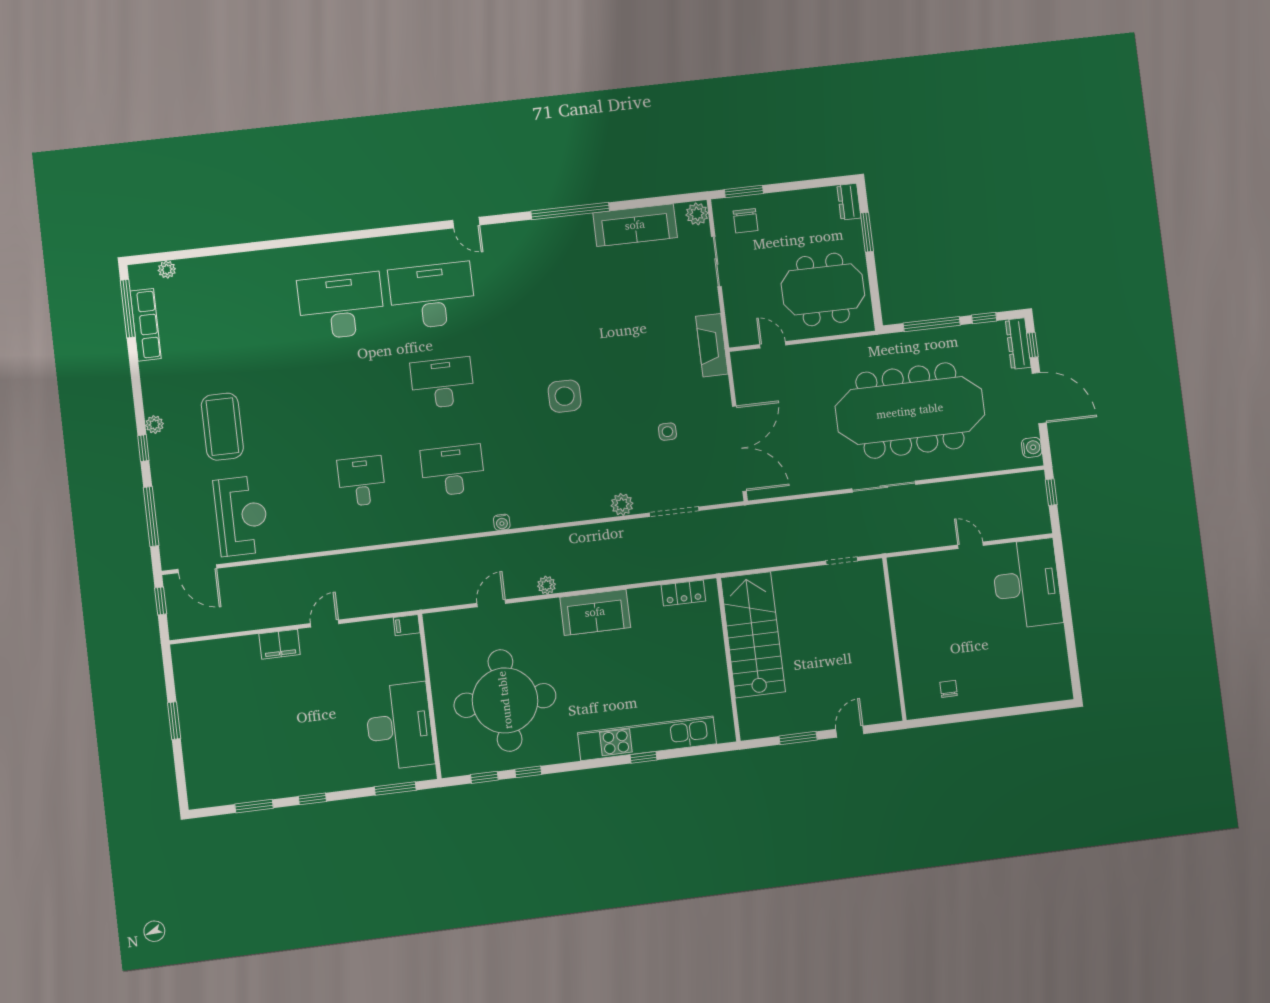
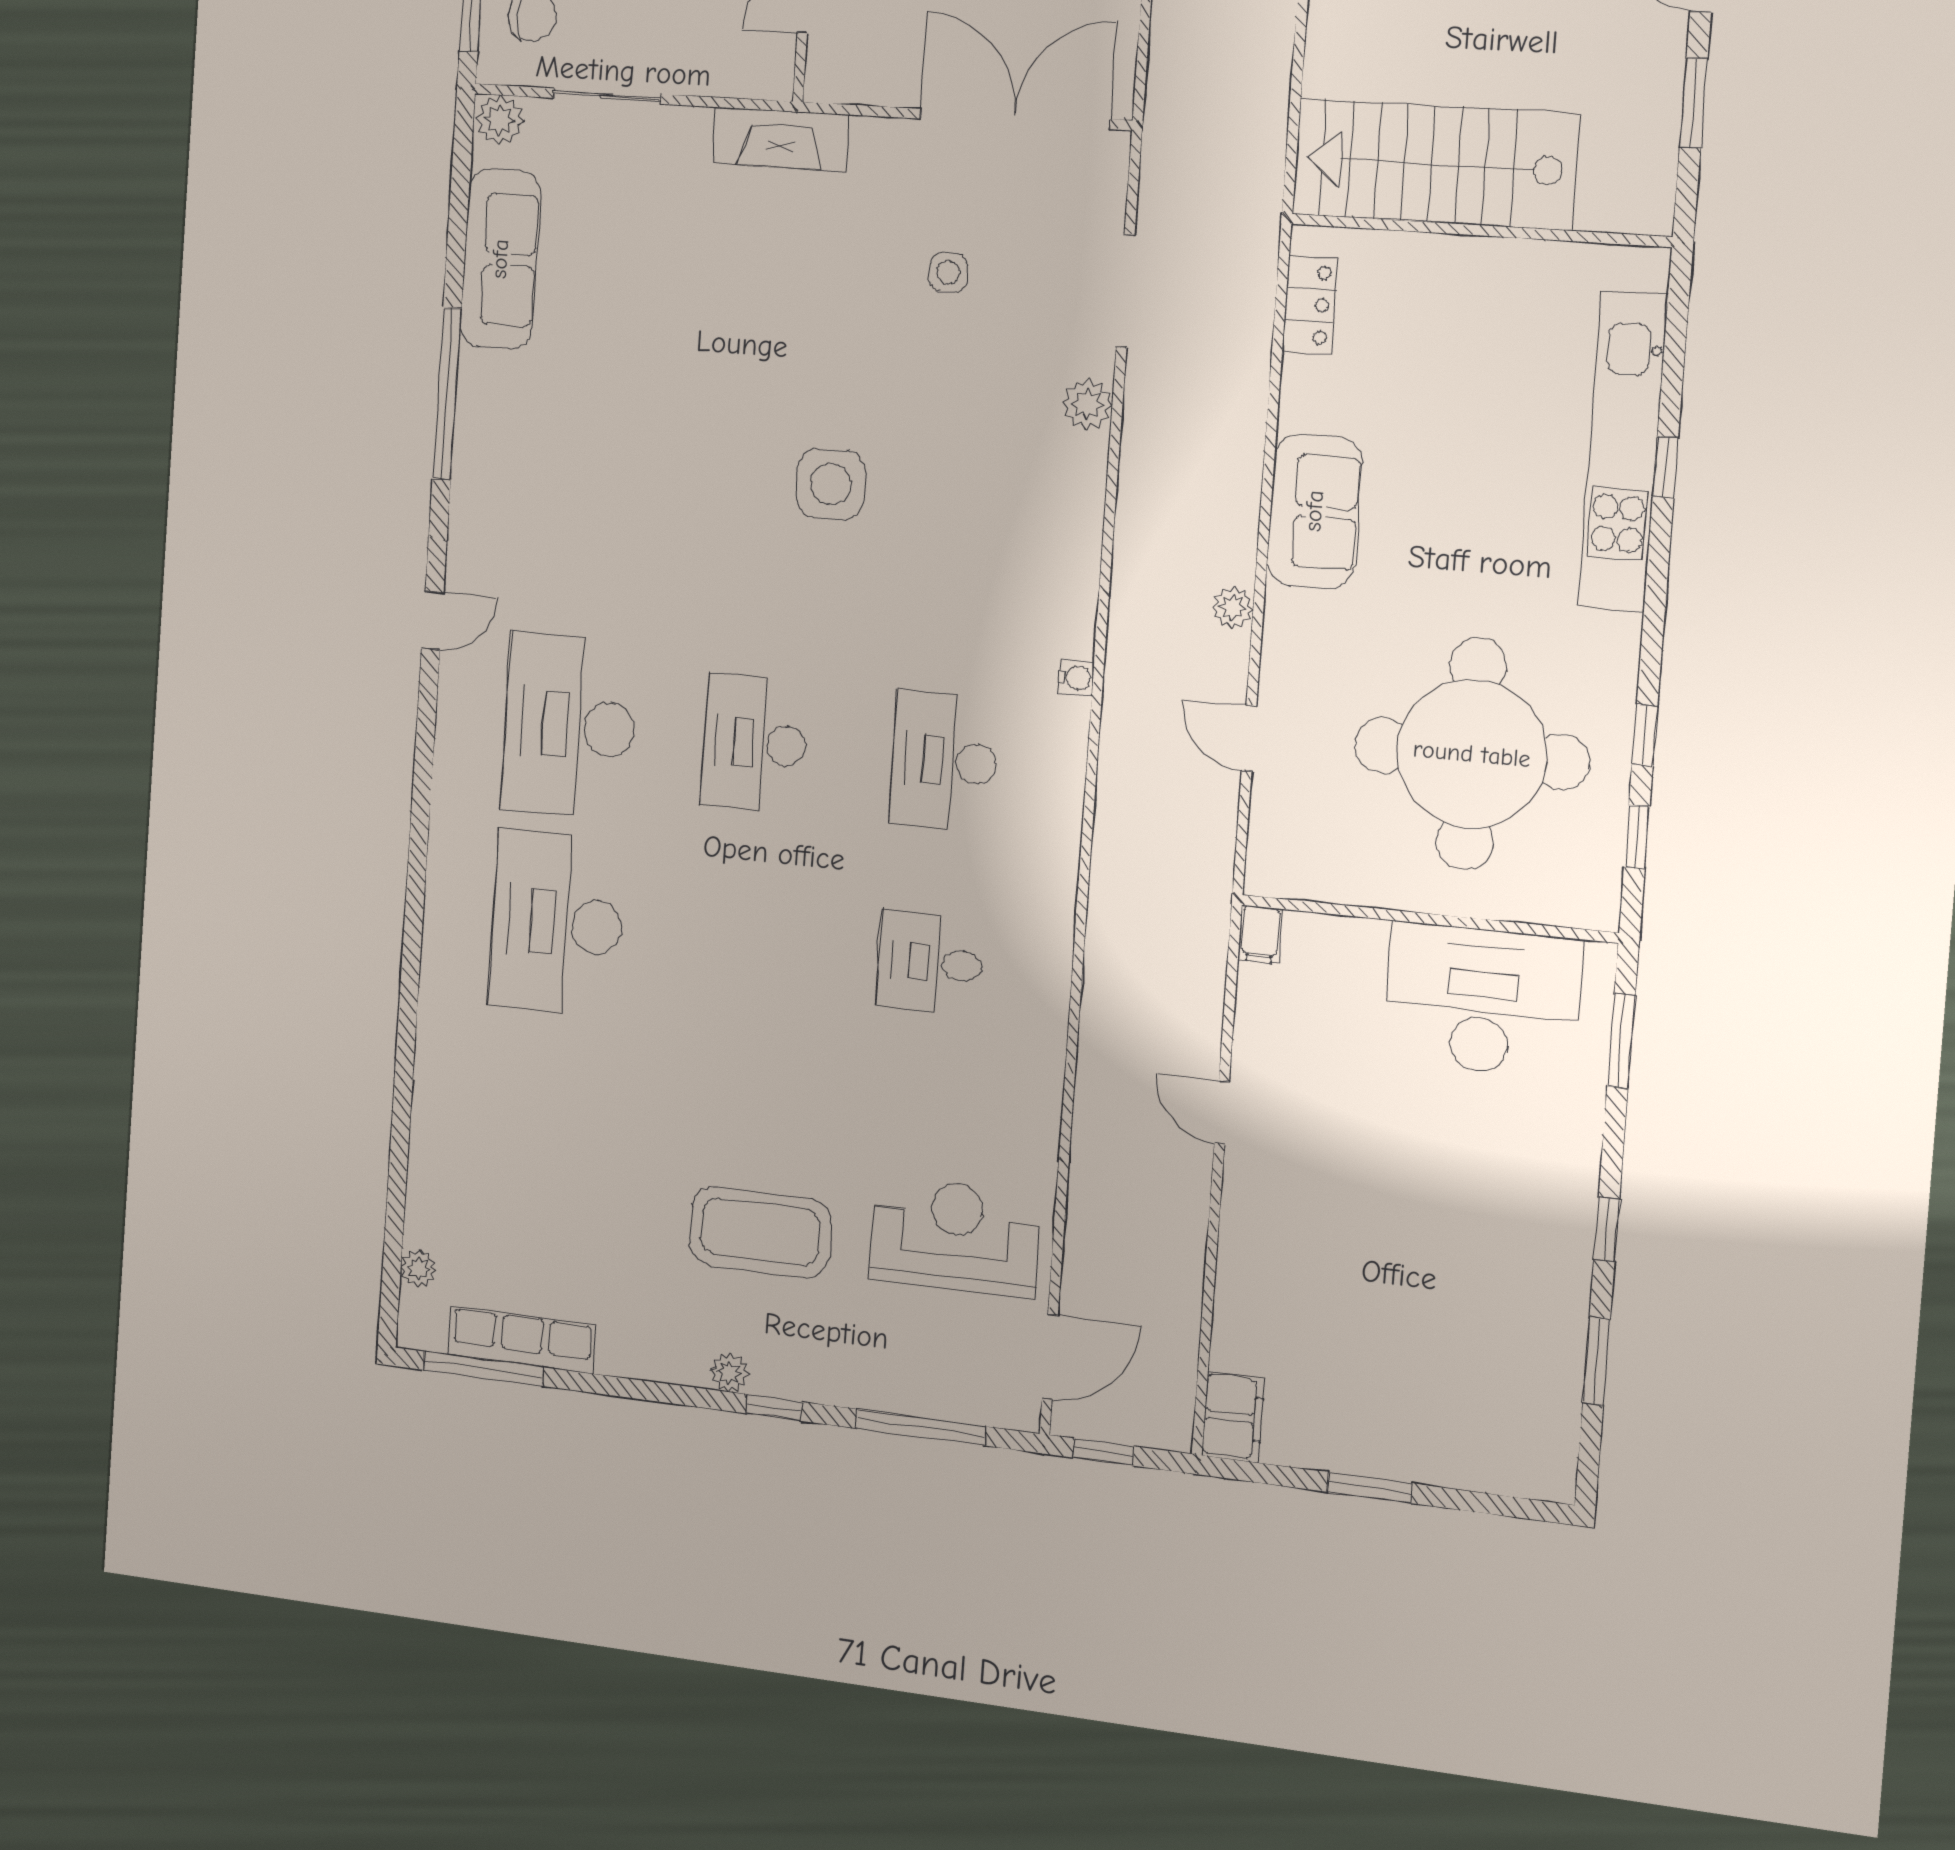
filing cabinet: (280, 644) -> (1233, 1417), moved

